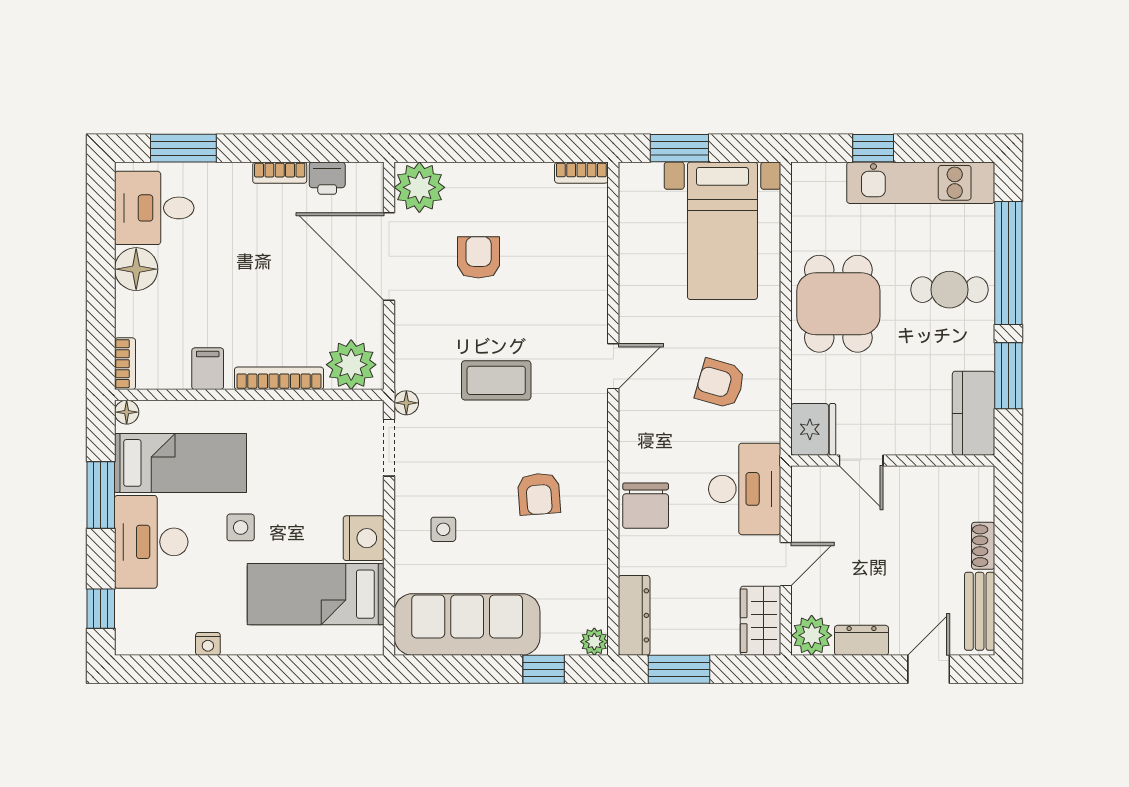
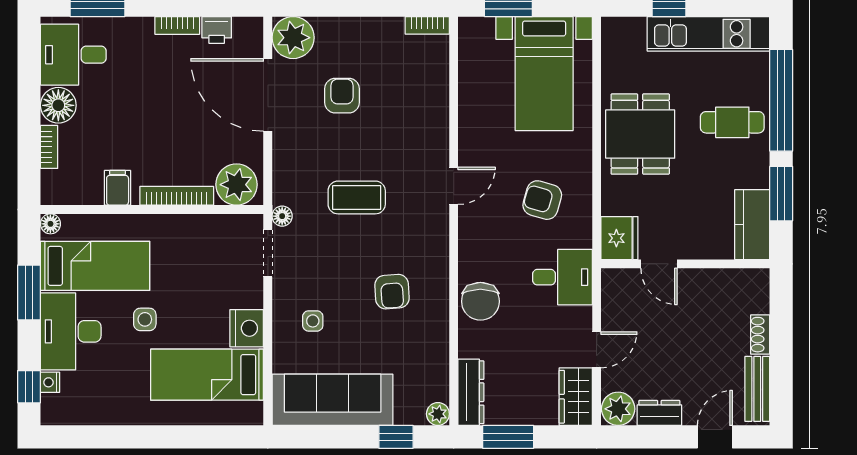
bookcase: (125, 364) -> (49, 147), moved
desk: (745, 489) -> (562, 277), width x0.73
nightstand: (208, 644) -> (50, 382), moved, turned 90

